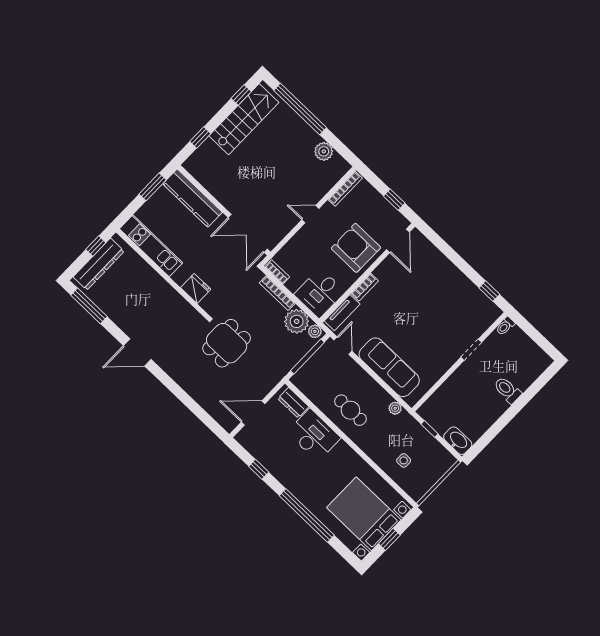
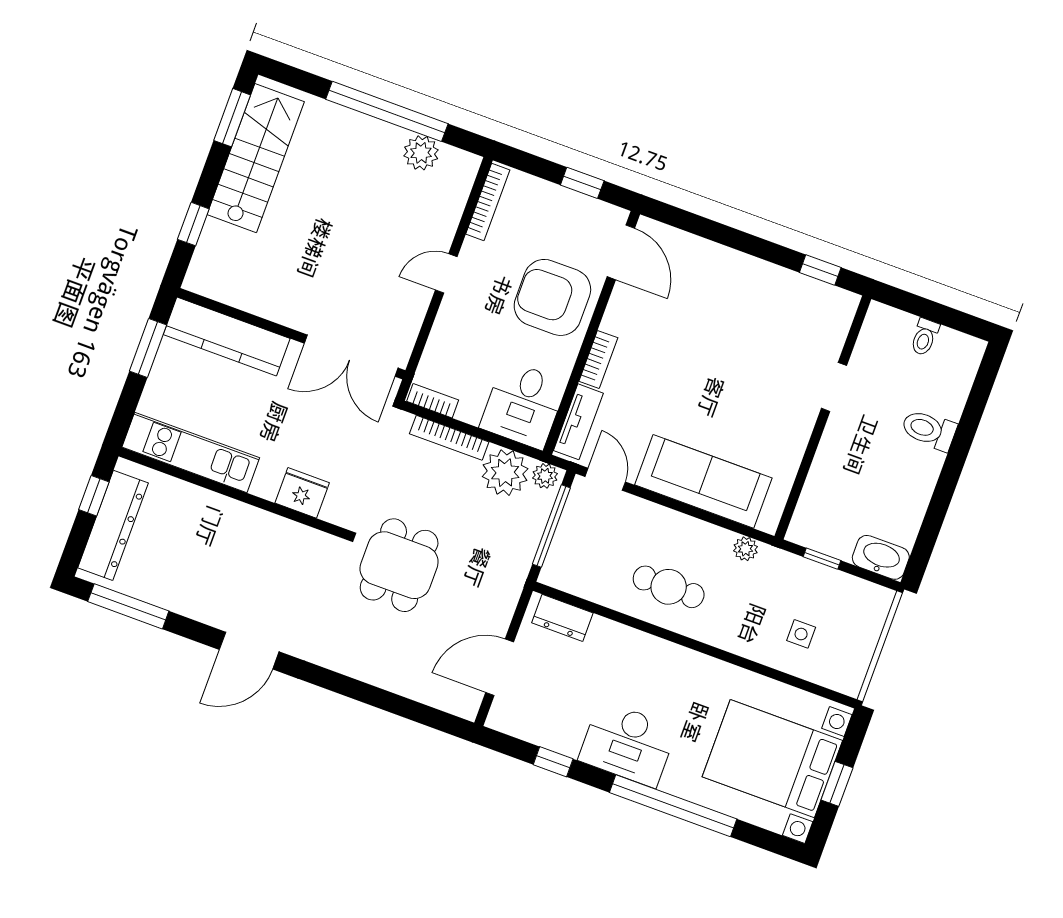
window: (241, 95) -> (232, 118), width x1.50
window: (300, 109) -> (387, 111), moved
toilet: (505, 326) -> (925, 337), moved
desk: (314, 435) -> (628, 744), moved, turned 180

